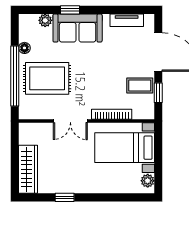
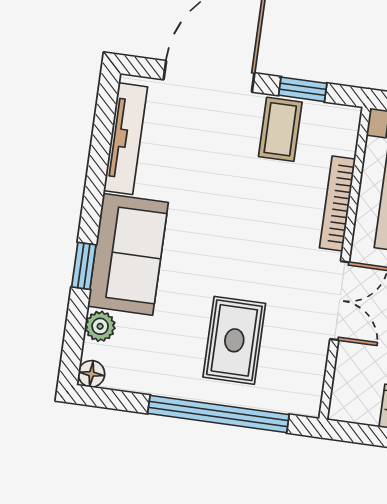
tv unit: (127, 20) -> (126, 139), width x1.41
floor lamp: (24, 48) -> (91, 374), moved
rug: (47, 78) -> (234, 340), width x0.73, depth x0.70

